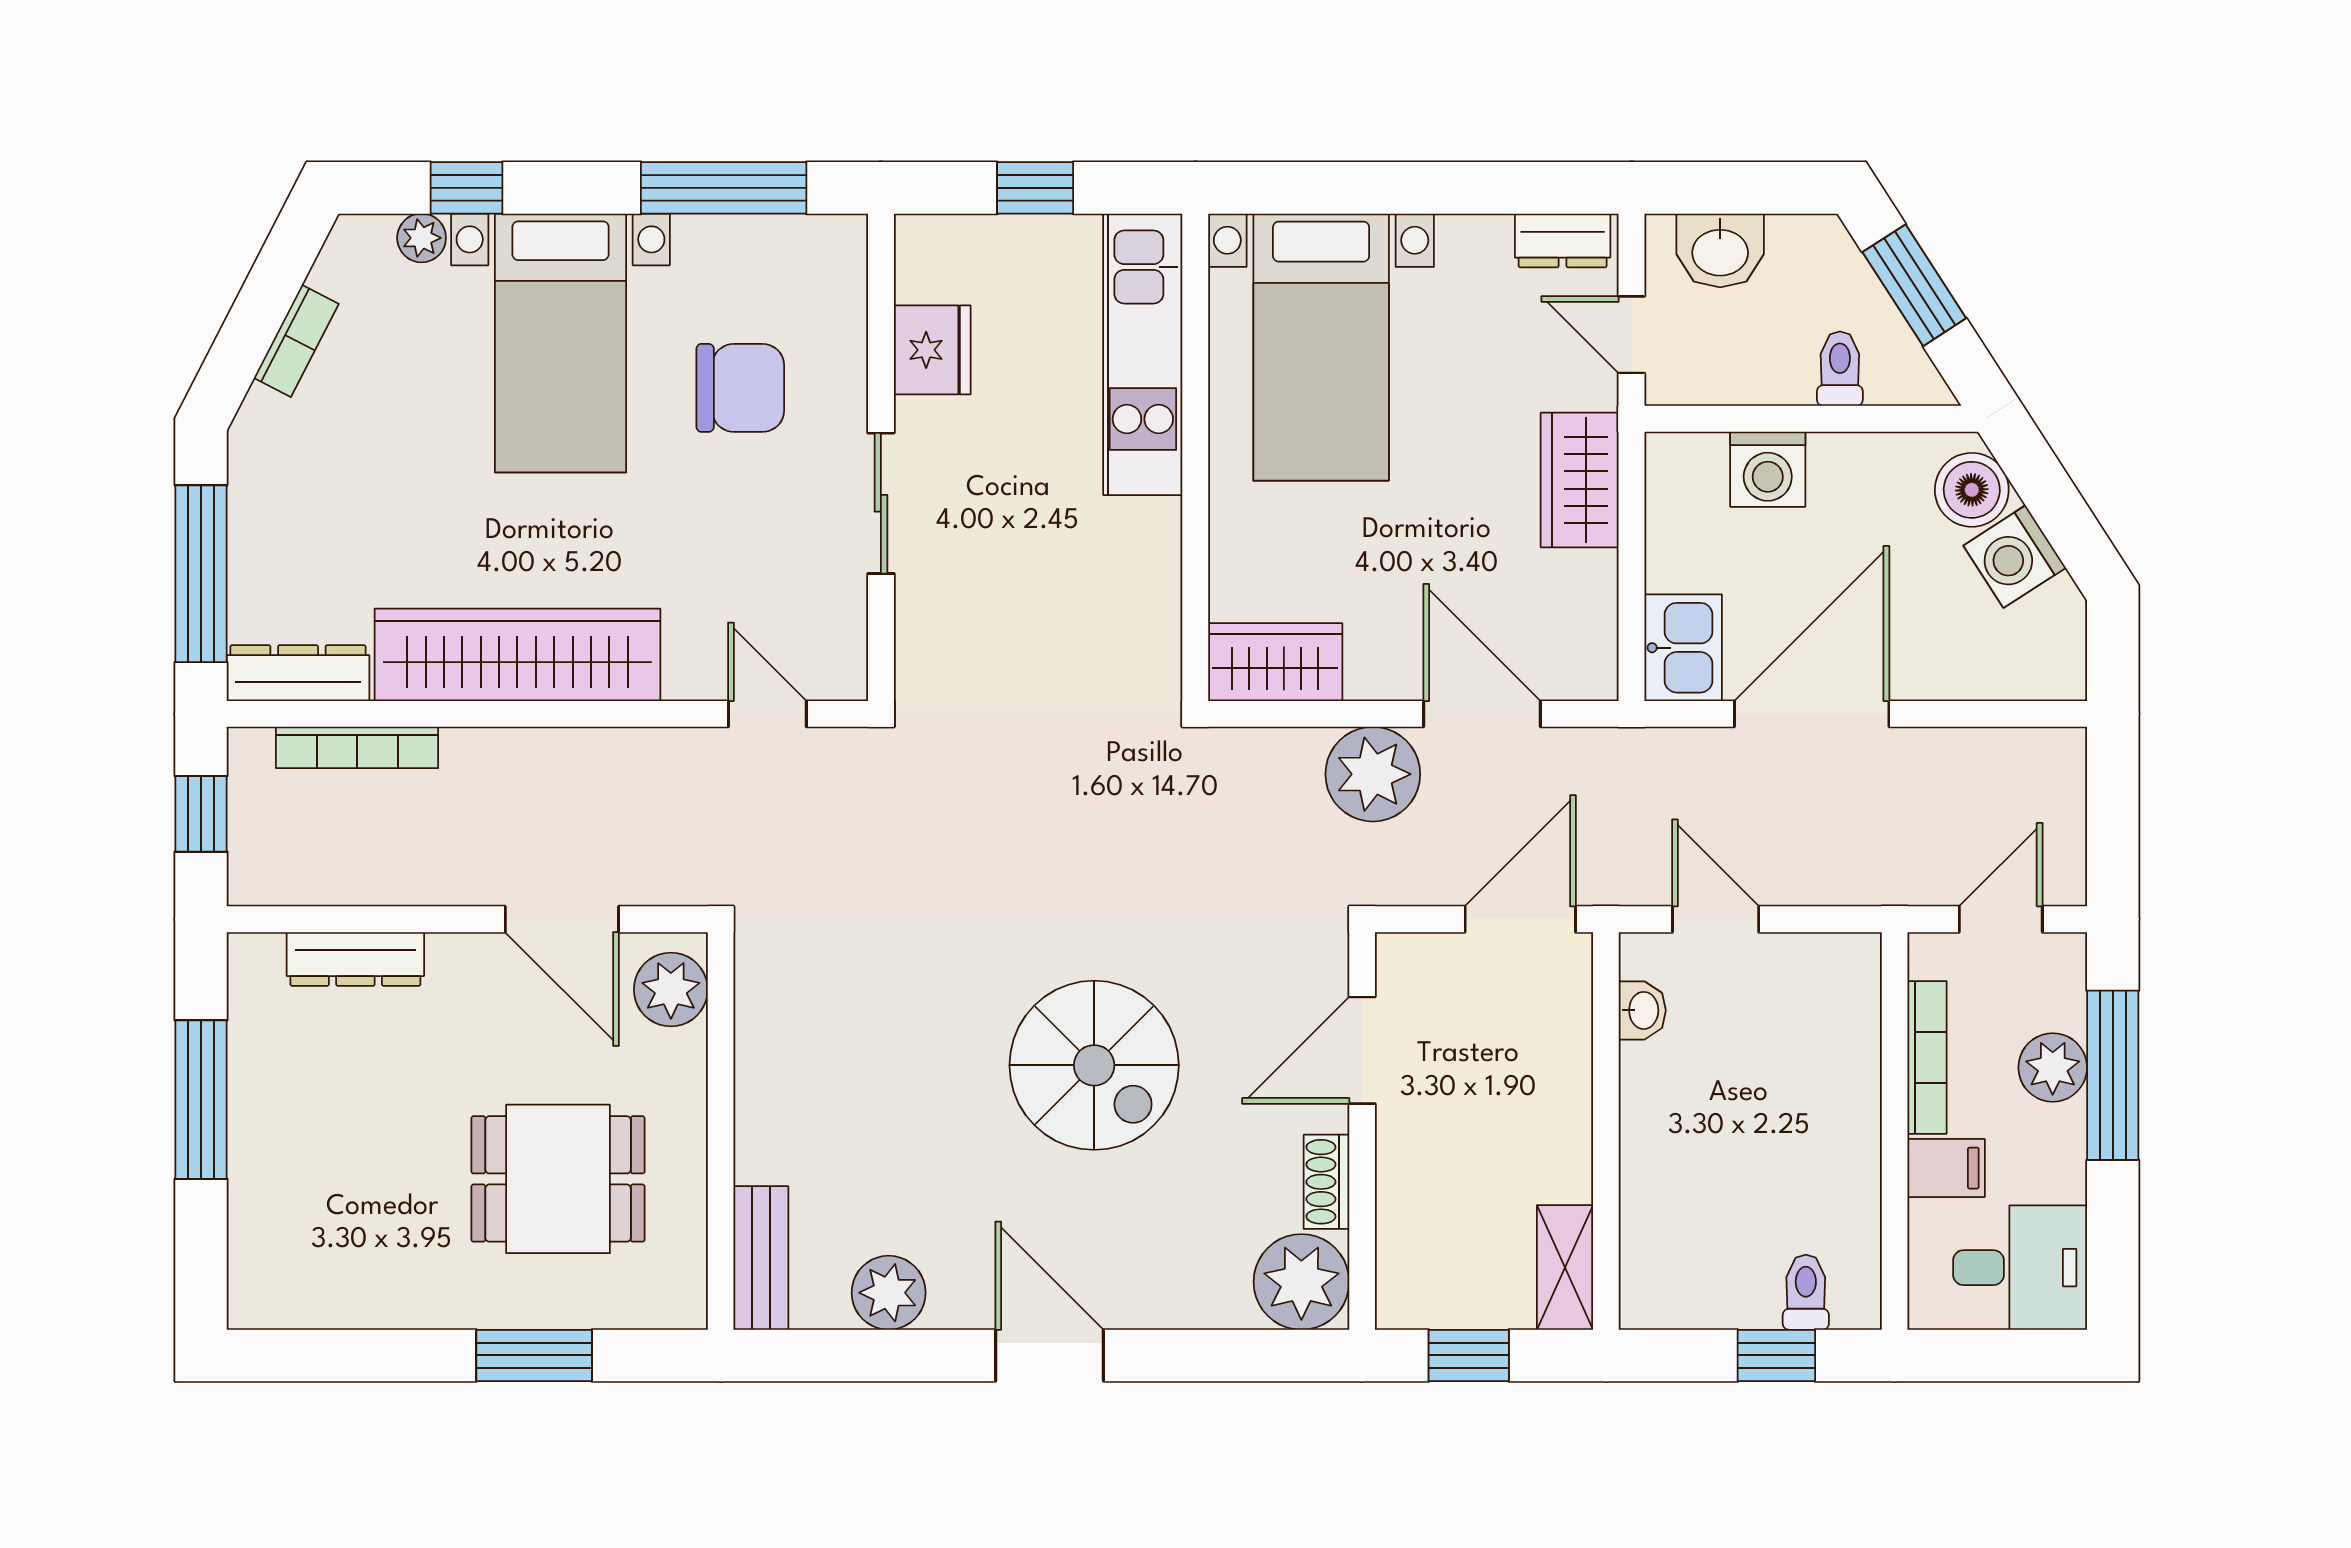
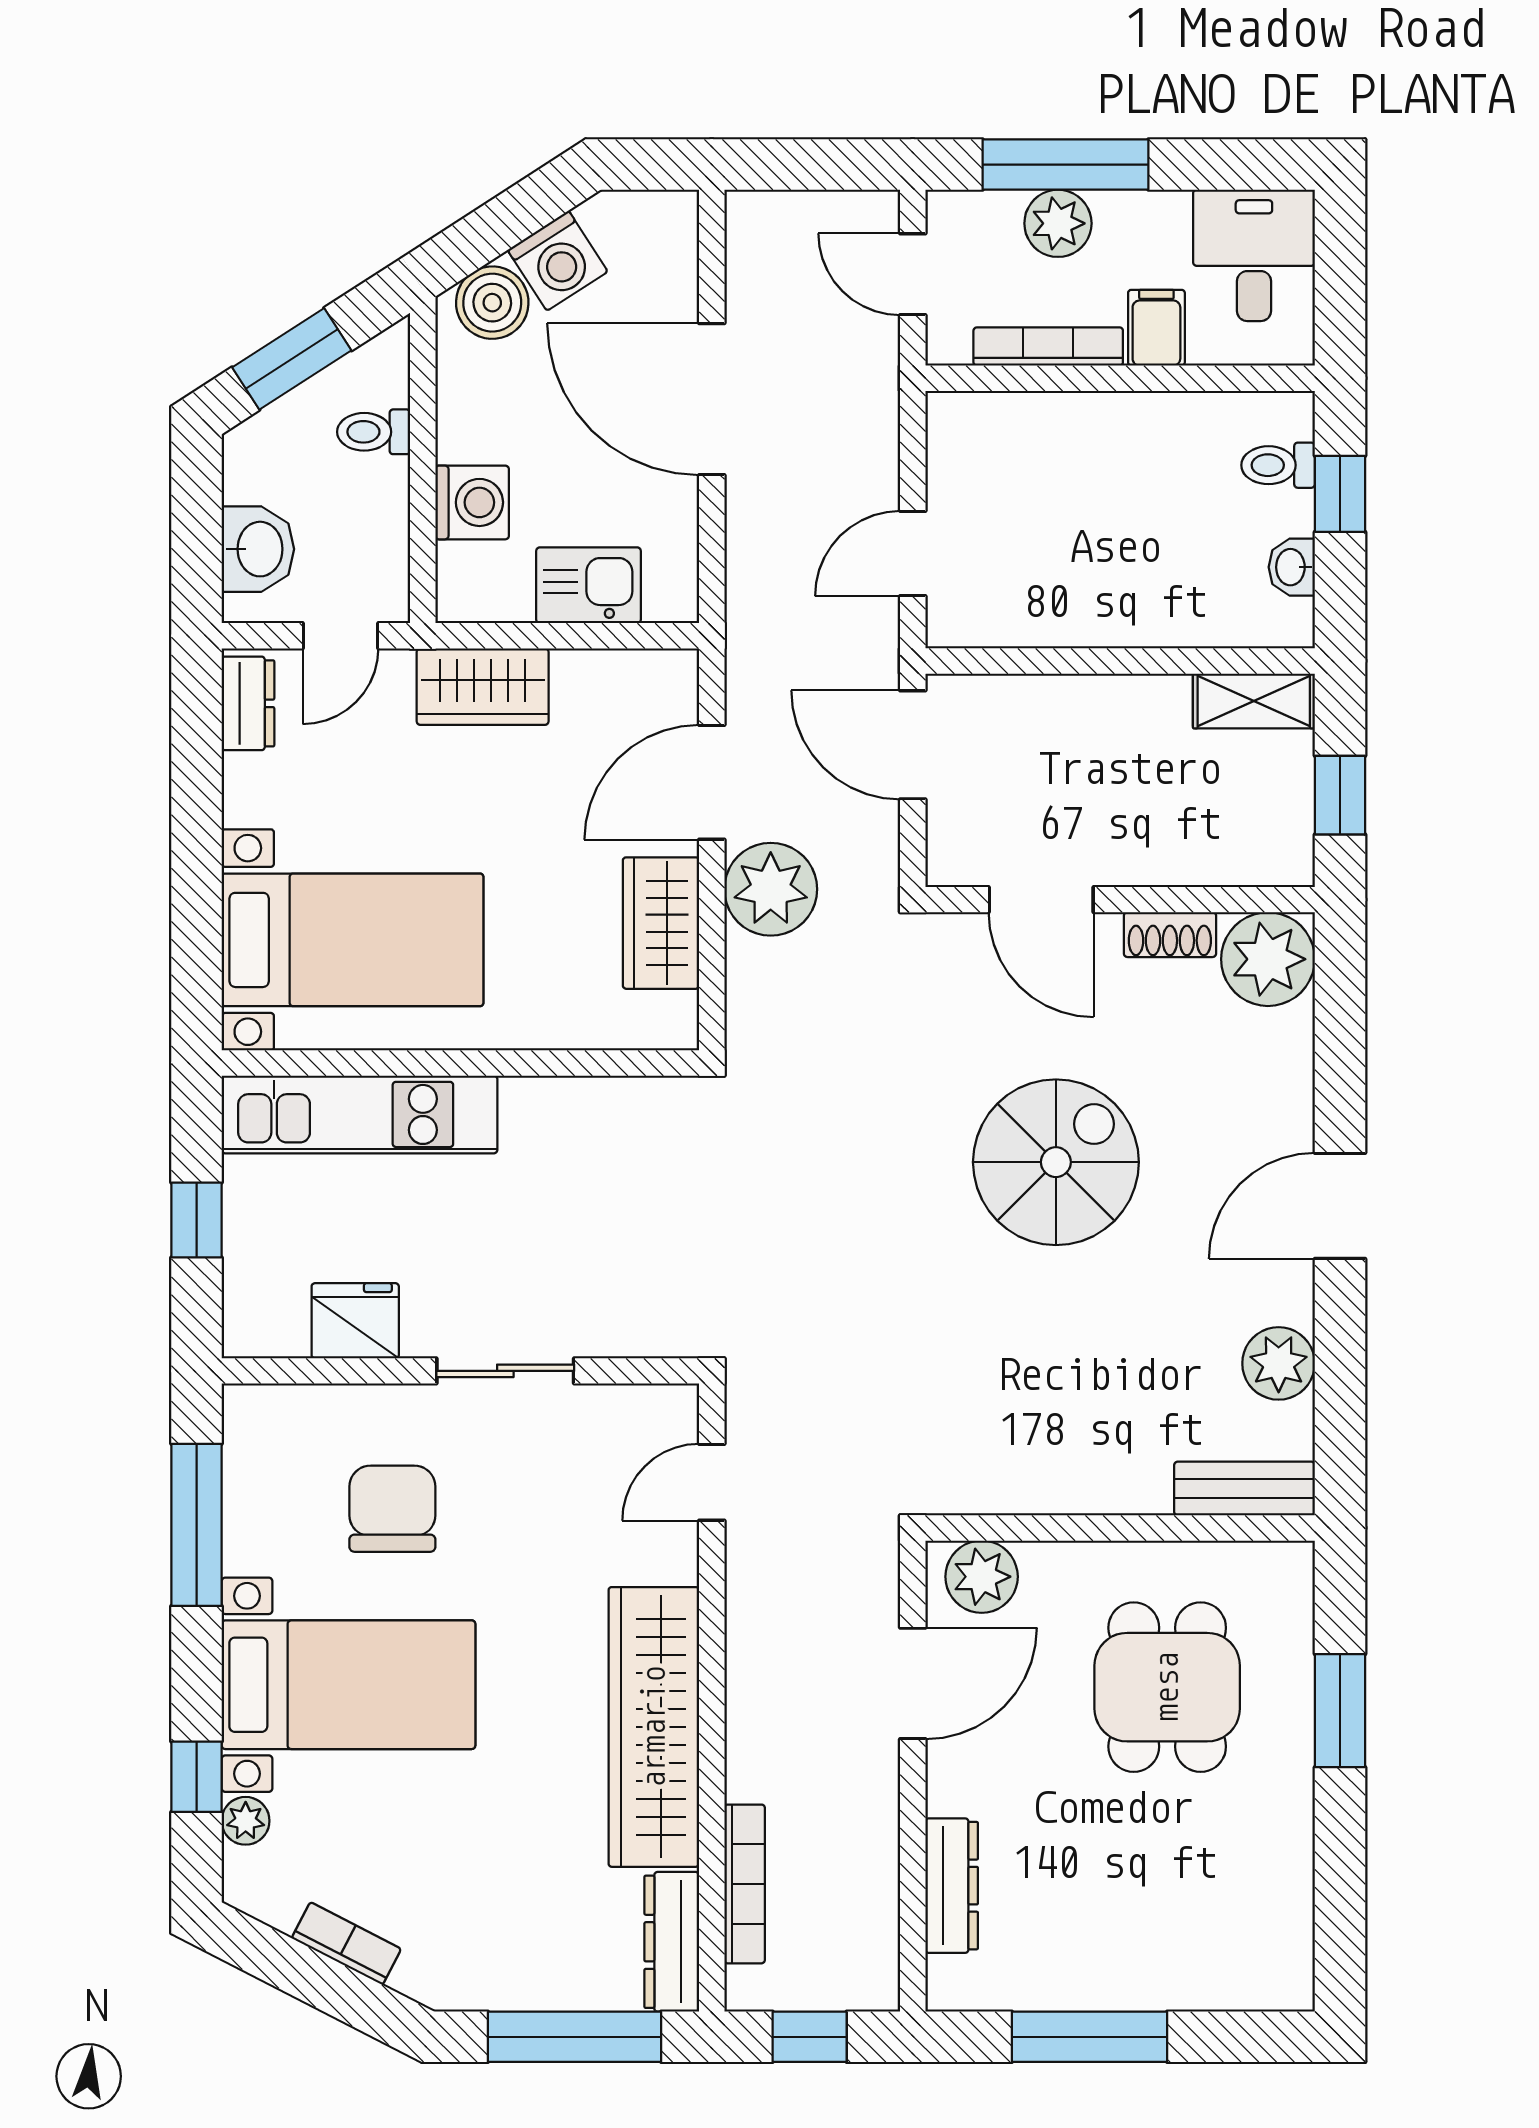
kitchen sink: (1683, 648) -> (589, 585), moved
wardrobe: (1275, 662) -> (661, 923), moved
door: (1812, 714) -> (712, 399), moved
washbasin: (1642, 1010) -> (1292, 567), moved, turned -90

